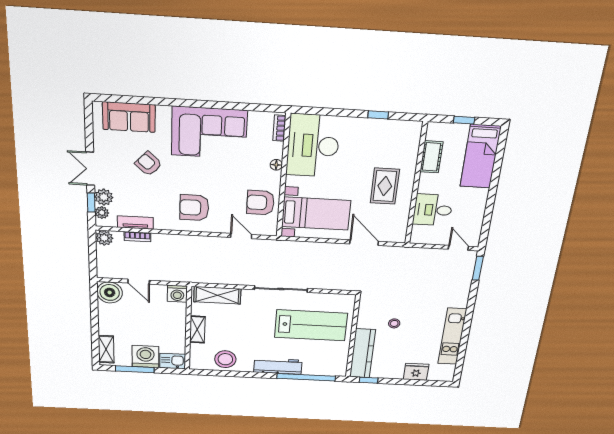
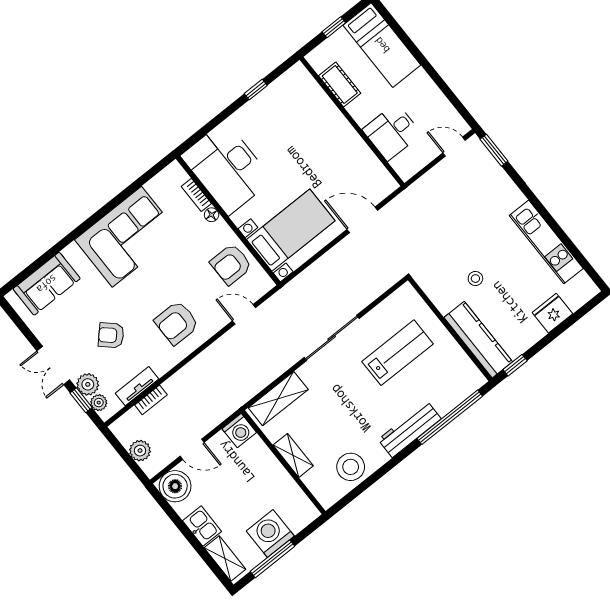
bookcase: (279, 128) -> (196, 195), moved
armchair: (148, 164) -> (111, 335), moved
rug: (385, 186) -> (326, 148), removed
plant: (104, 238) -> (140, 451), moved
lab bench: (311, 325) -> (397, 353), width x0.73, depth x0.72
kitchen sink: (172, 361) -> (202, 526), moved, turned 90

